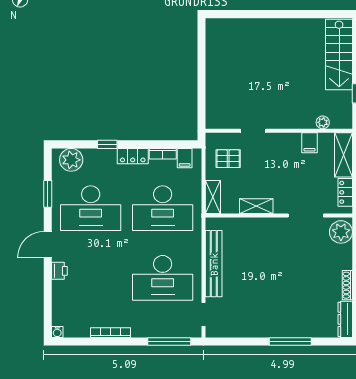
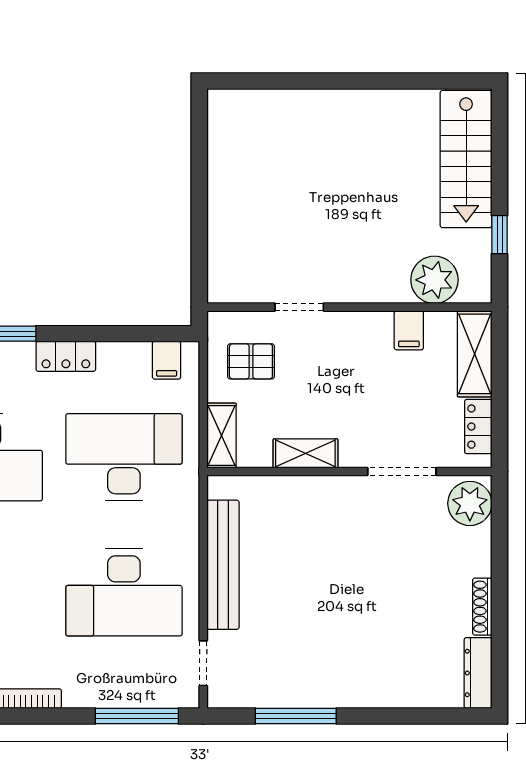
plant: (323, 122) -> (434, 280), width x1.87, depth x1.87
bookcase: (163, 154) -> (124, 352), removed
desk: (163, 208) -> (124, 457), turned 180
window: (290, 342) -> (296, 716), moved

